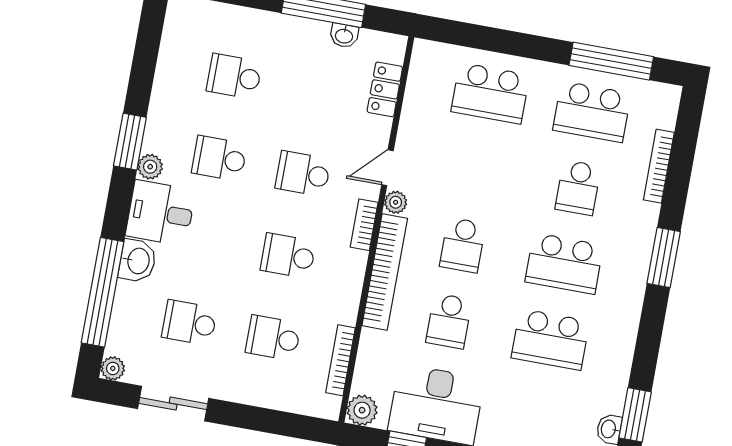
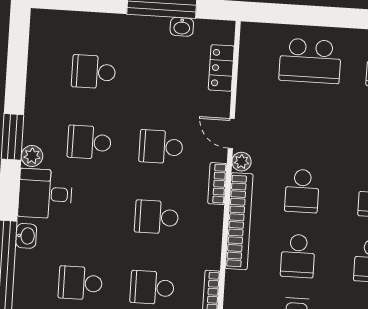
door: (387, 168) -> (231, 133), hinge flipped
washbasin: (138, 261) -> (26, 236), width x0.72, depth x0.69

